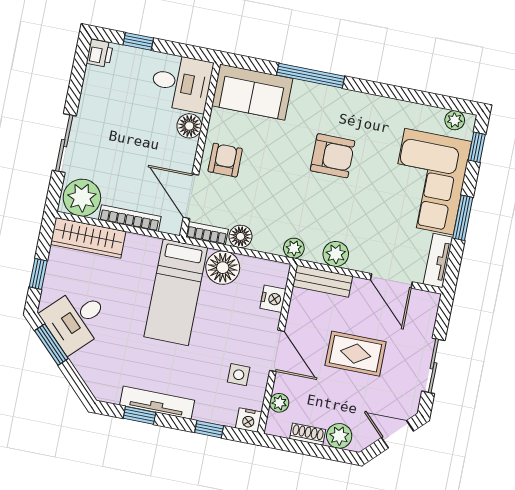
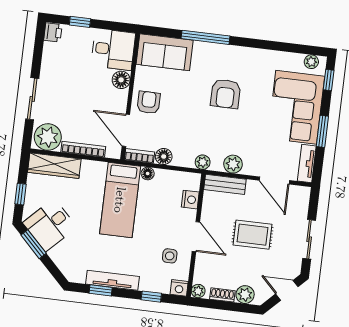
armchair: (333, 156) -> (226, 94), turned 90
floor lamp: (223, 268) -> (148, 173), width x0.53, depth x0.53
plant: (279, 403) -> (198, 291), moved

